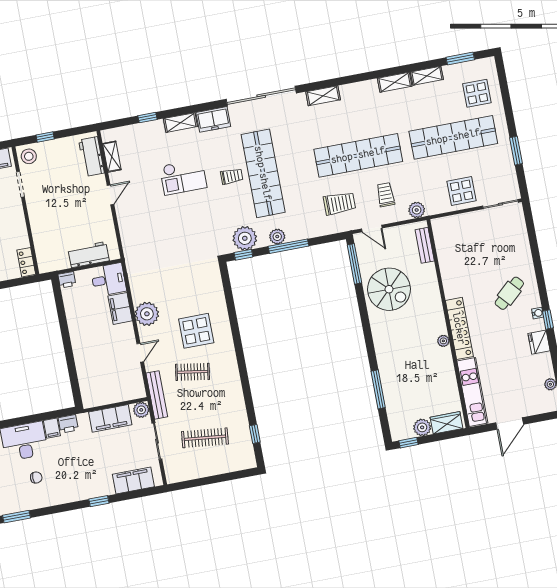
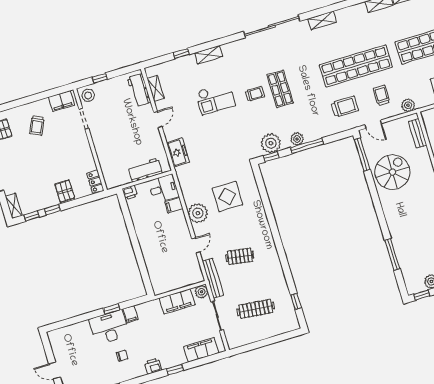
freezer: (213, 119) -> (178, 152), moved, turned -90
shop shelf: (263, 173) -> (280, 89), width x0.50, depth x0.74
spiral stairs: (389, 289) -> (392, 172), turned -90
filing cabinet: (120, 308) -> (174, 205), width x0.50
display table: (196, 331) -> (227, 196), moved
window: (30, 419) -> (112, 309), added
printer: (68, 424) -> (153, 366), moved, turned 180

